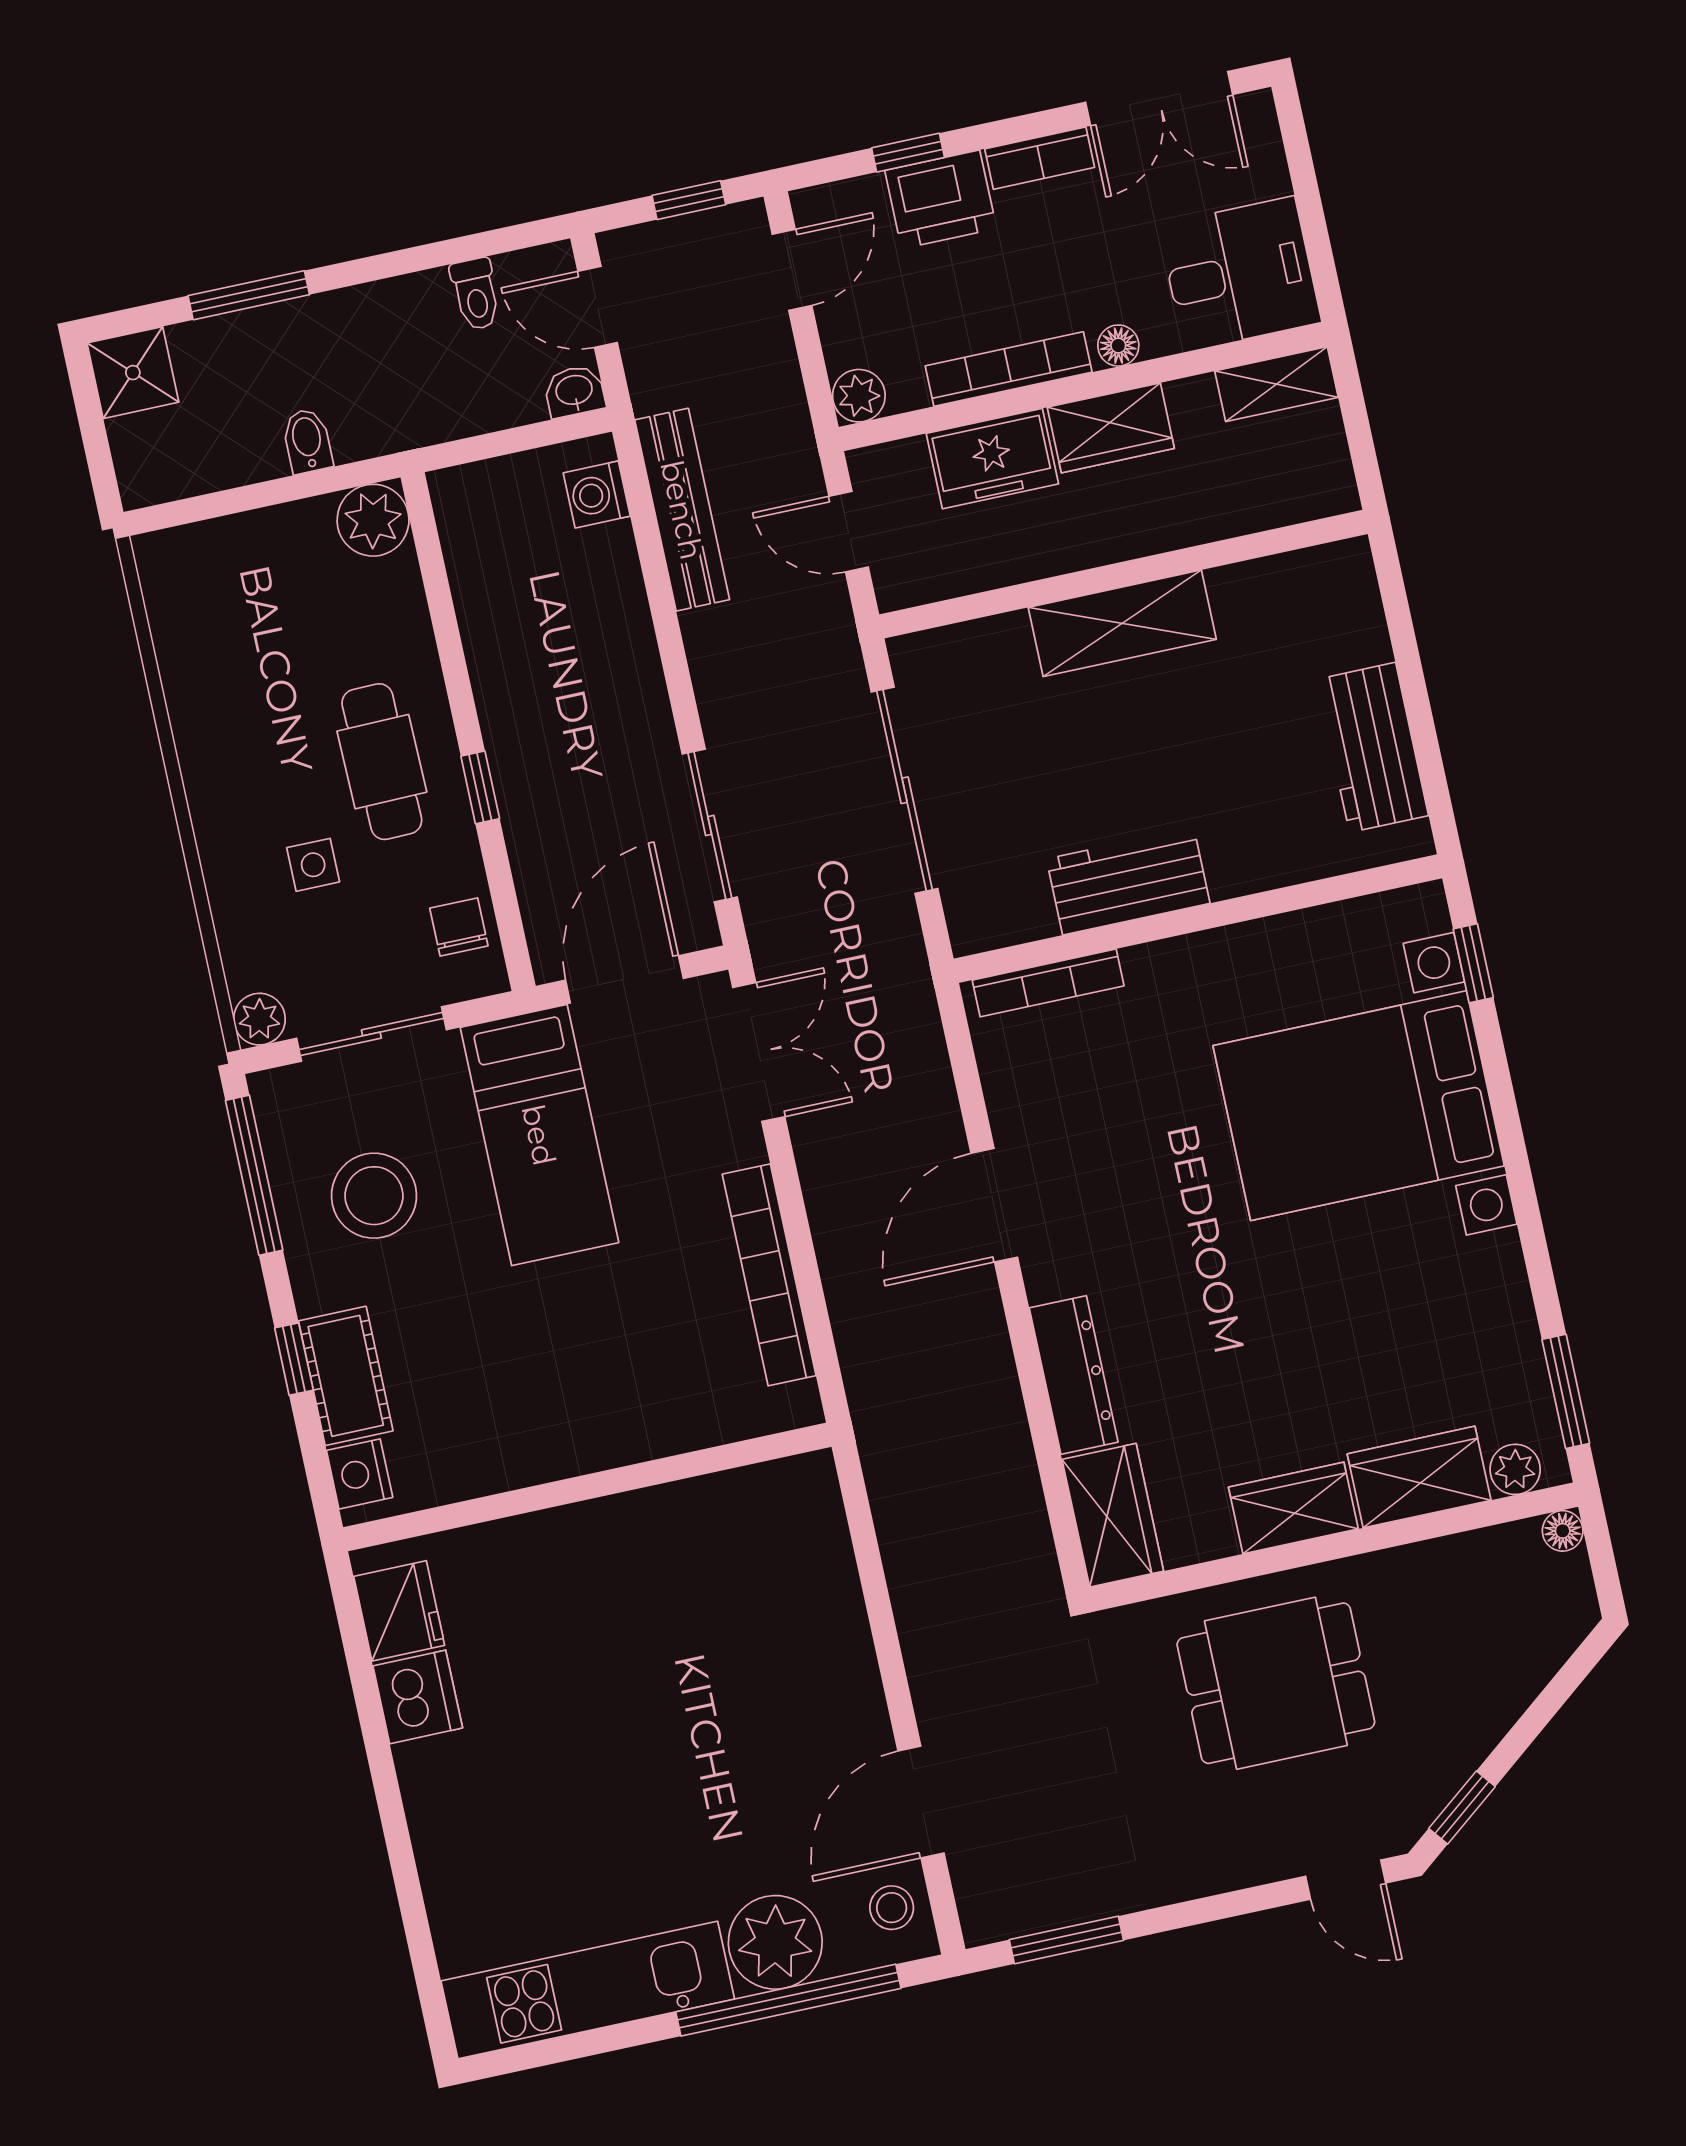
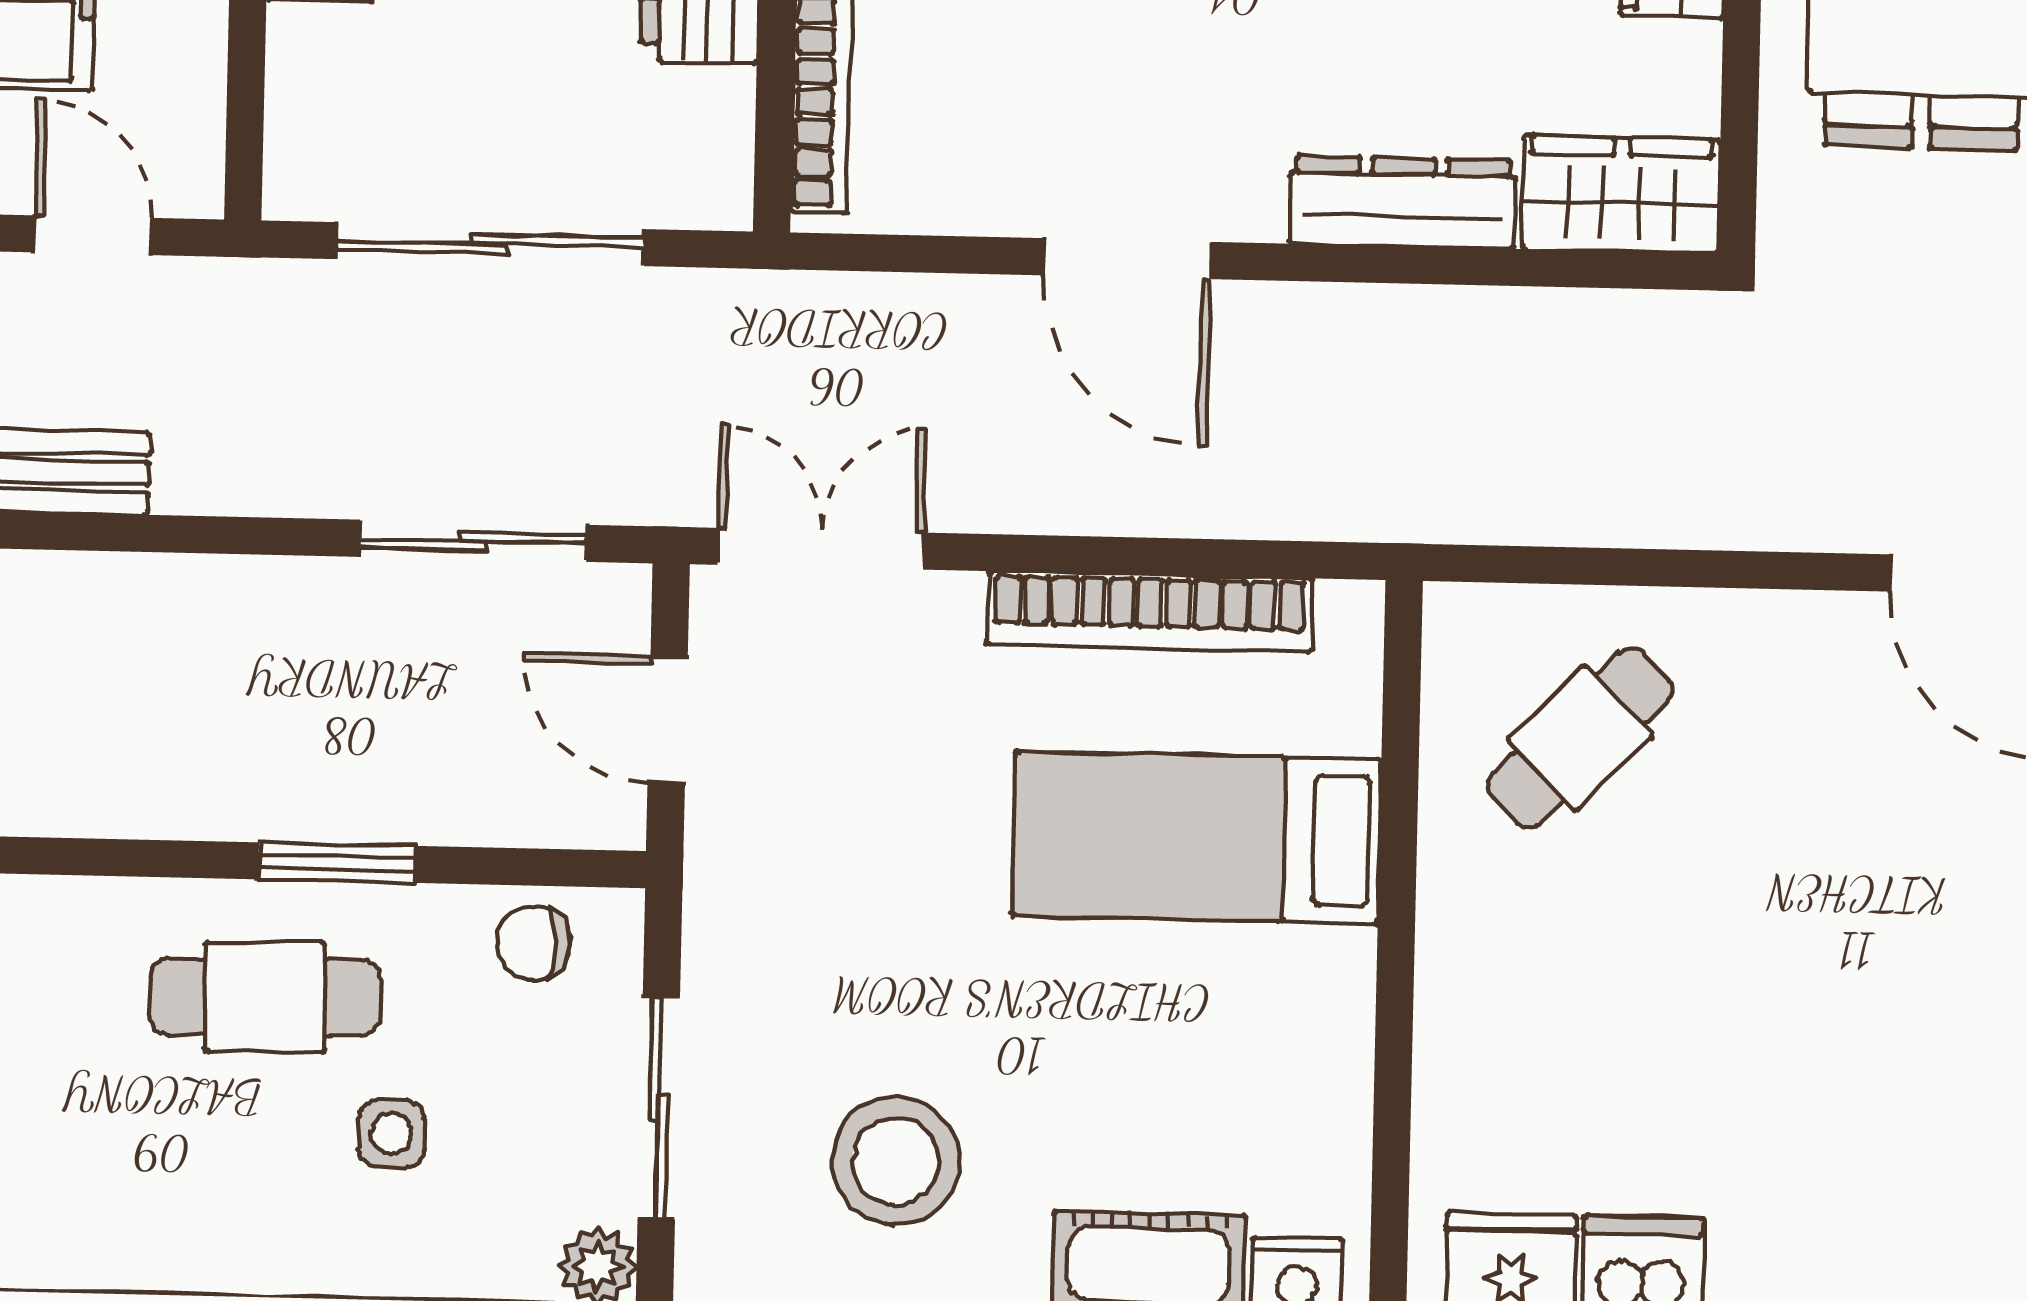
door: (849, 532) -> (93, 235), swing flipped
window: (480, 787) -> (337, 863), width x1.50
door: (624, 979) -> (668, 719), width x0.73
bed: (539, 1135) -> (1197, 837), moved, turned 180
cafe table: (754, 1573) -> (1580, 738), added

